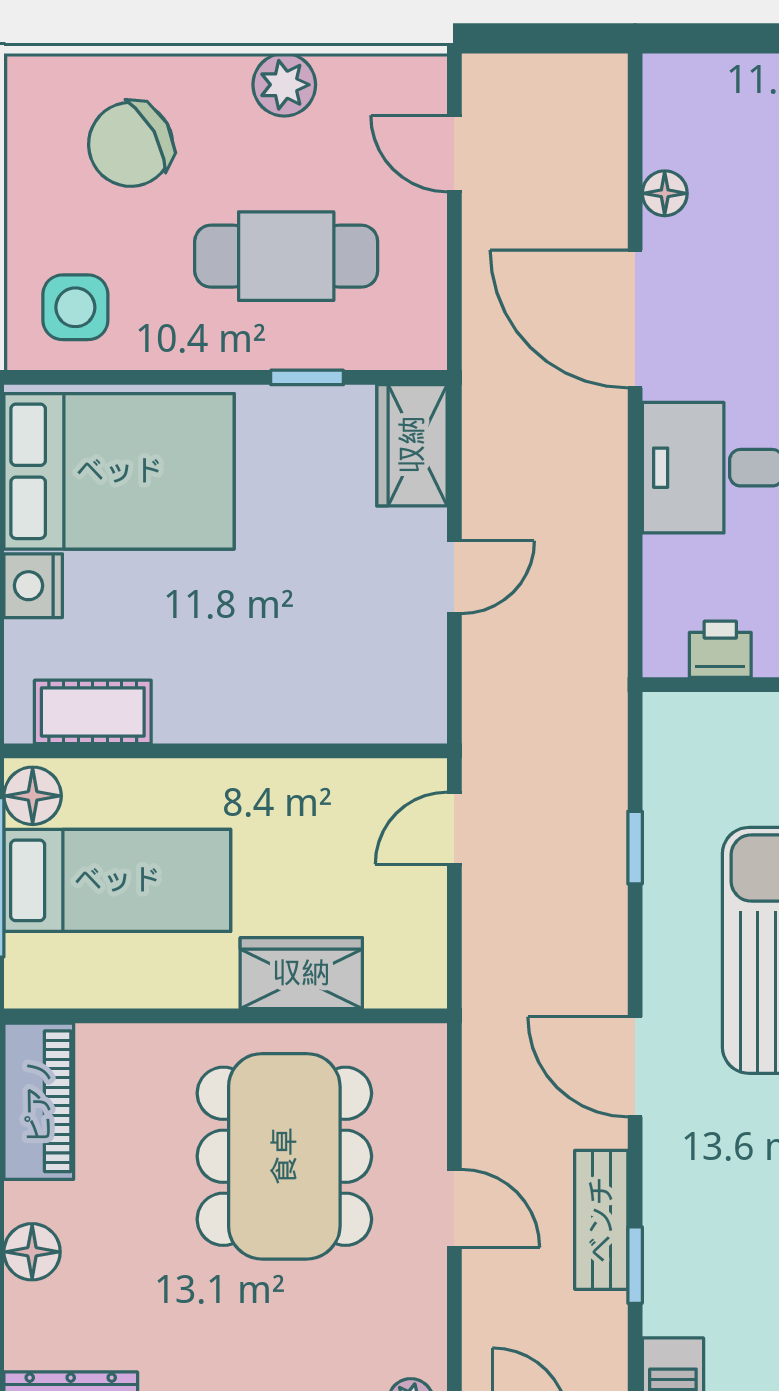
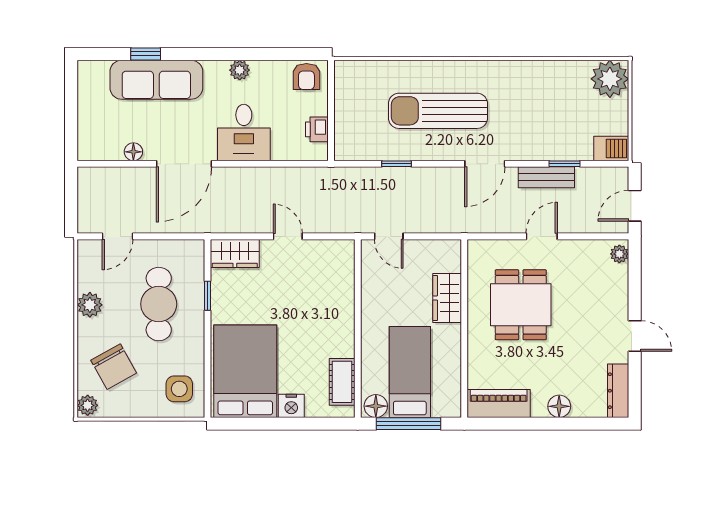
plant: (34, 79) -> (88, 405), added
dining table: (284, 1156) -> (521, 305), width x0.73

